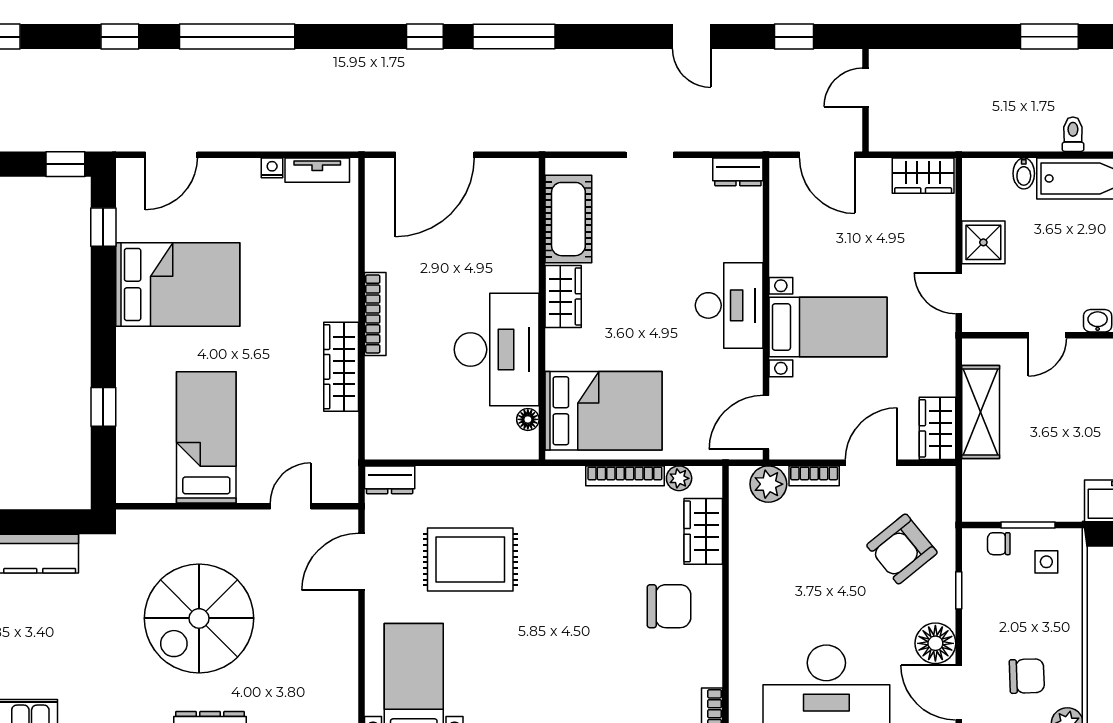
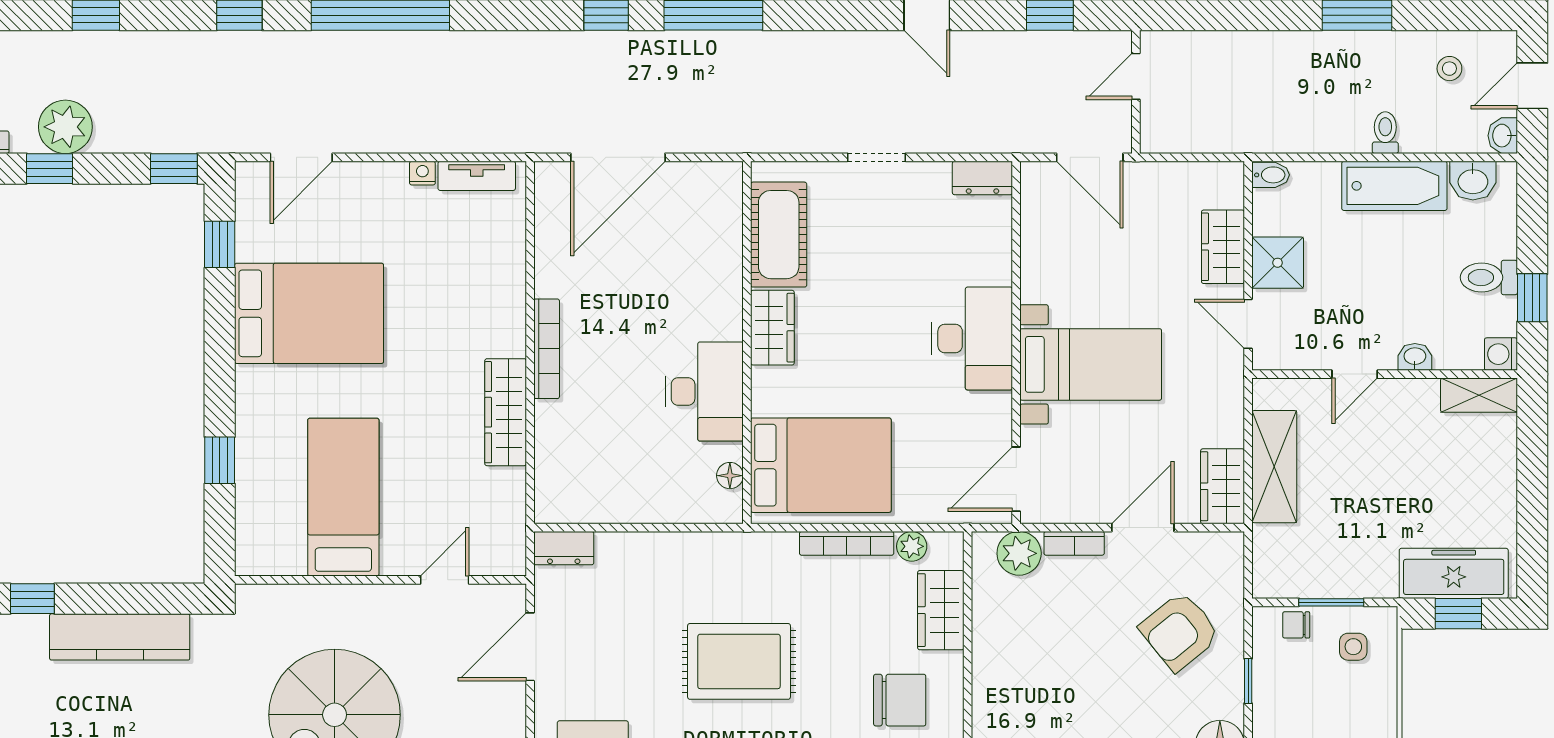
bidet: (1024, 173) -> (1271, 175), moved, turned -90
wardrobe: (923, 176) -> (1223, 247), moved, turned 90
desk: (497, 350) -> (704, 391), width x0.73, depth x0.77
rug: (470, 559) -> (739, 661), moved

